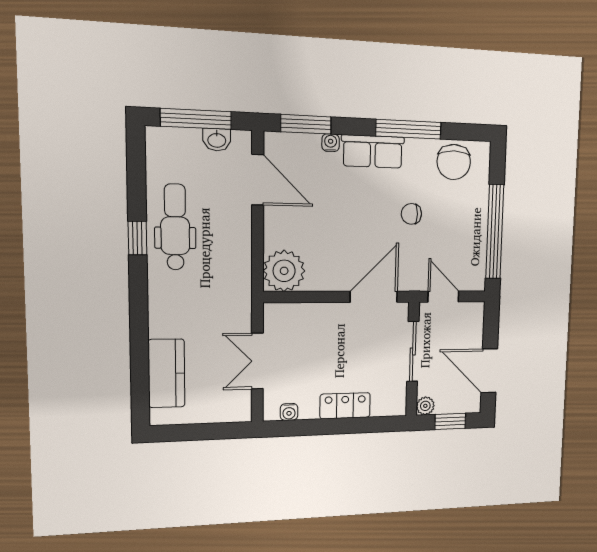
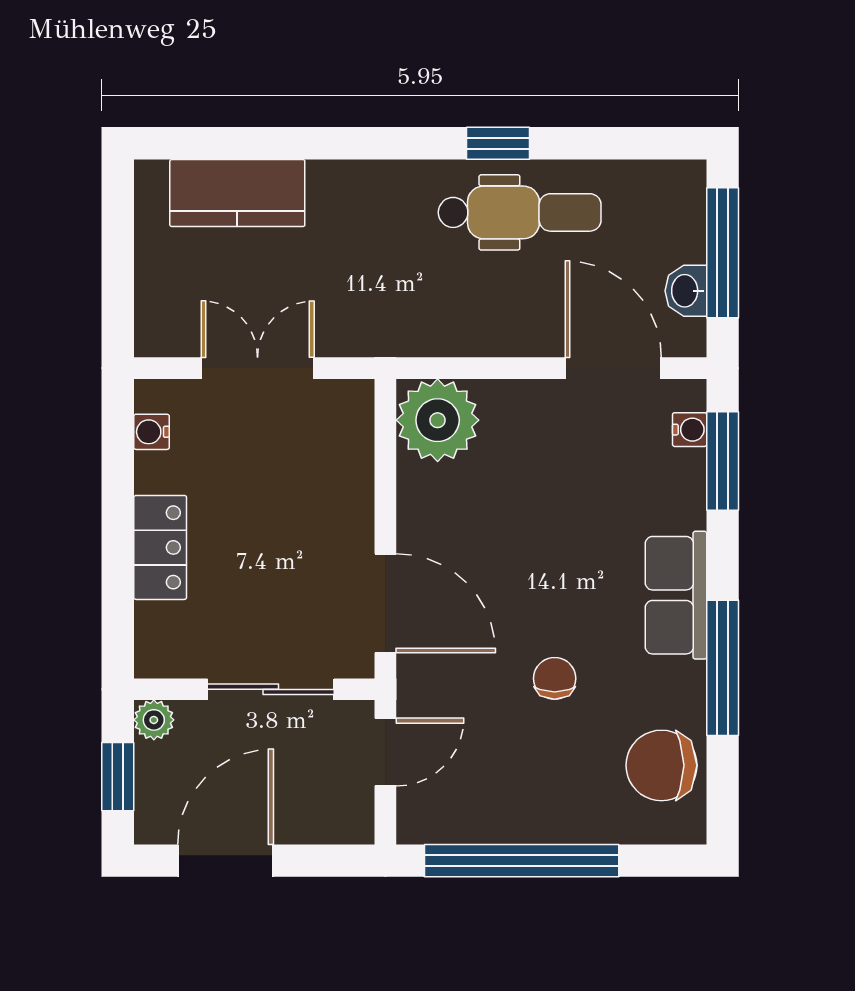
water cooler: (331, 143) -> (690, 430), moved
door: (258, 180) -> (613, 368), swing flipped

